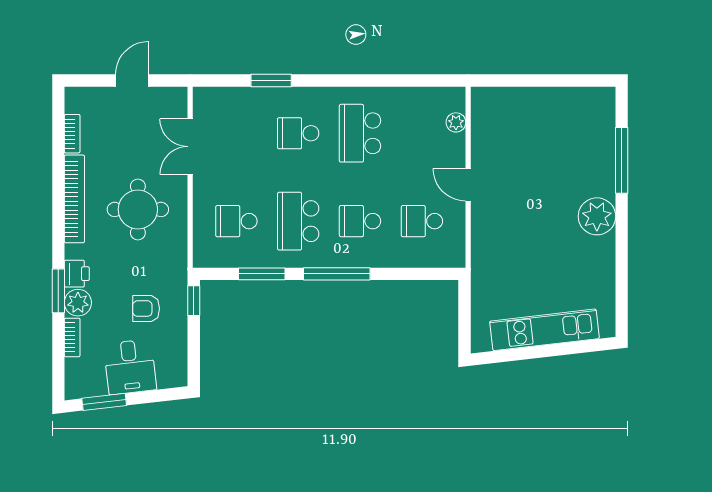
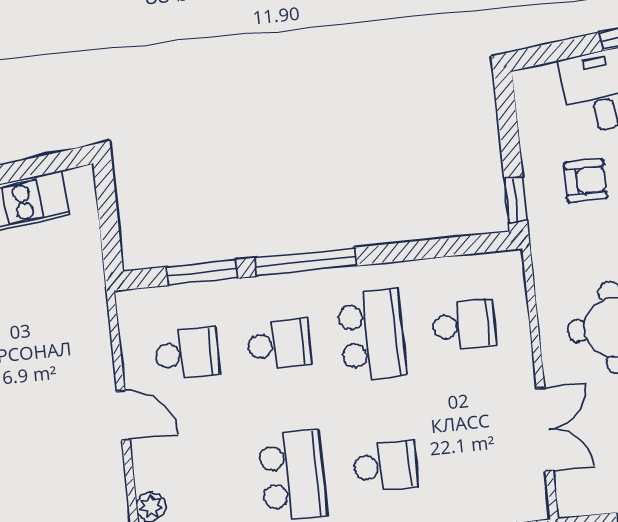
window: (262, 274) -> (202, 272), moved

